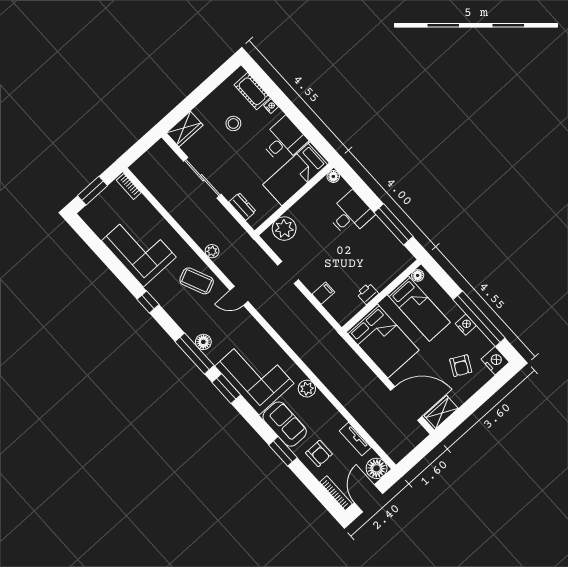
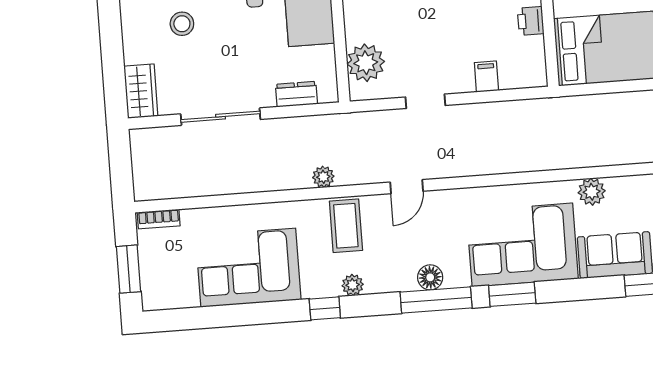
coffee table: (197, 281) -> (346, 226), turned -66
plant: (170, 307) -> (353, 285), added

